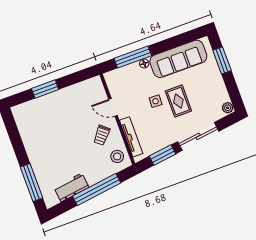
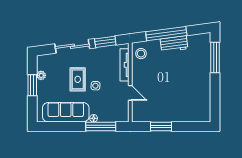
window: (222, 60) -> (32, 85), moved
window: (45, 89) -> (161, 126), moved
plant: (228, 108) -> (41, 75), moved
trolley: (102, 135) -> (147, 74), removed
workbench: (71, 187) -> (174, 44), moved

